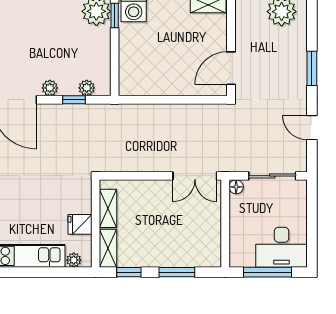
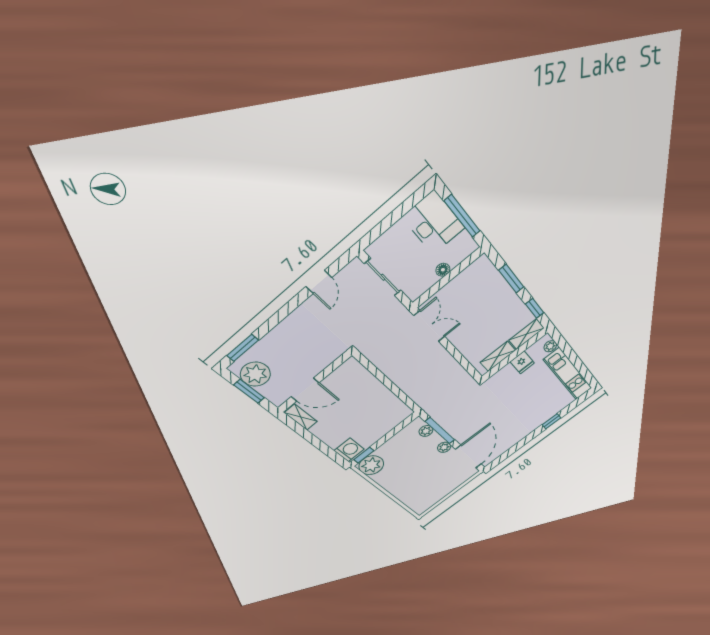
door: (231, 68) -> (305, 390), moved
window: (312, 68) -> (243, 348), moved
window: (74, 100) -> (440, 431), width x2.17
floor lamp: (236, 187) -> (443, 270), moved

